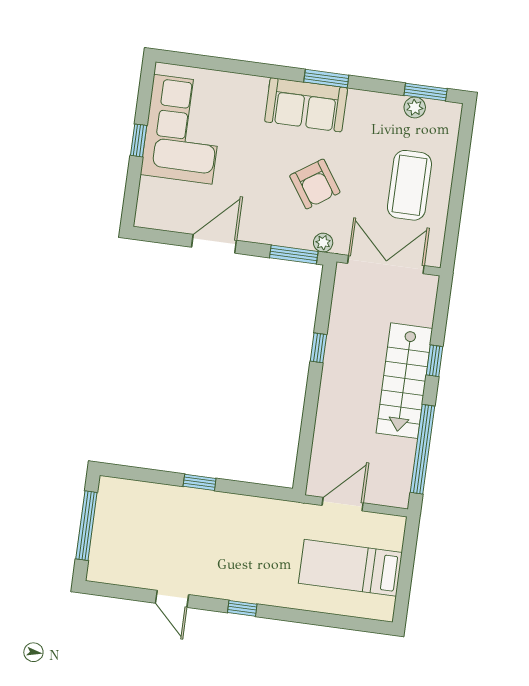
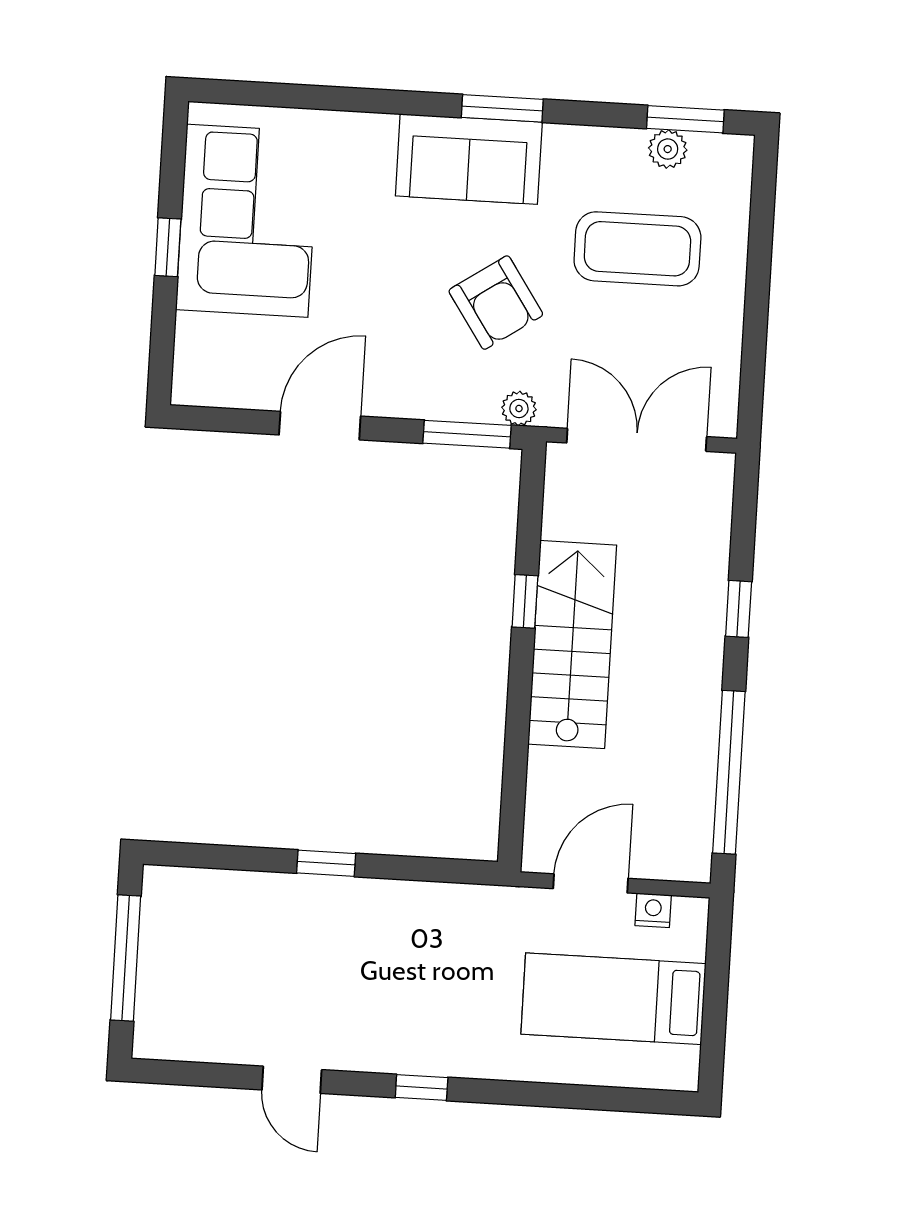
coffee table: (409, 185) -> (637, 249), moved, turned 90
stairs: (404, 381) -> (572, 645), moved, turned 180
nightstand: (376, 521) -> (653, 910), added

